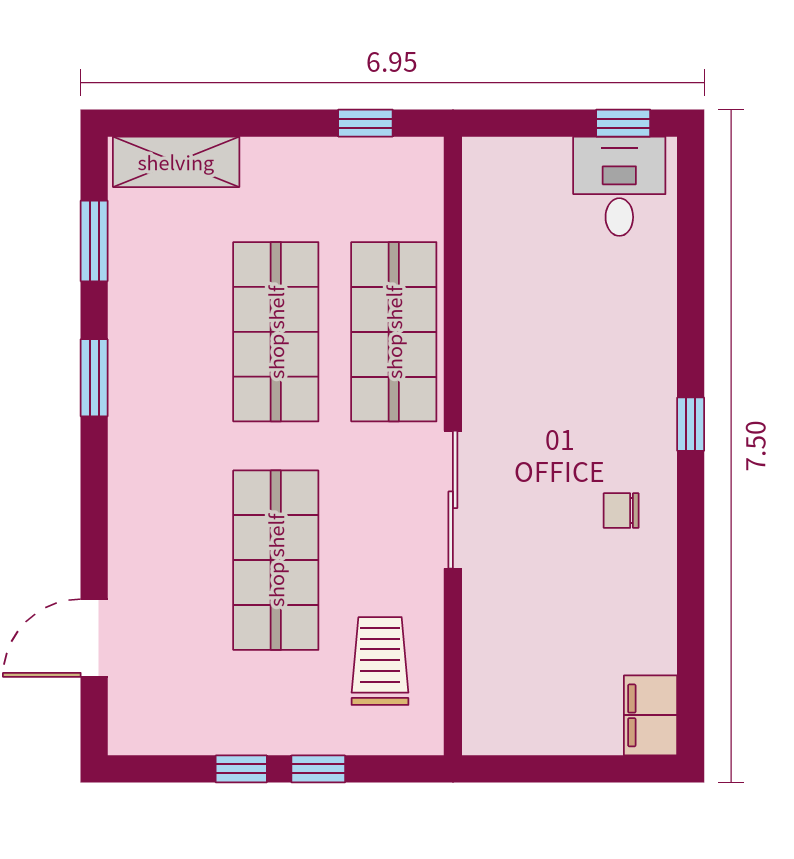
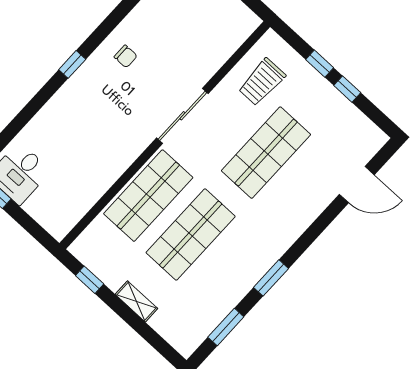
shelving: (176, 162) -> (136, 301), moved, width x0.67, depth x0.75

